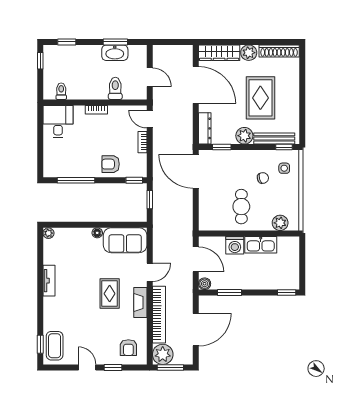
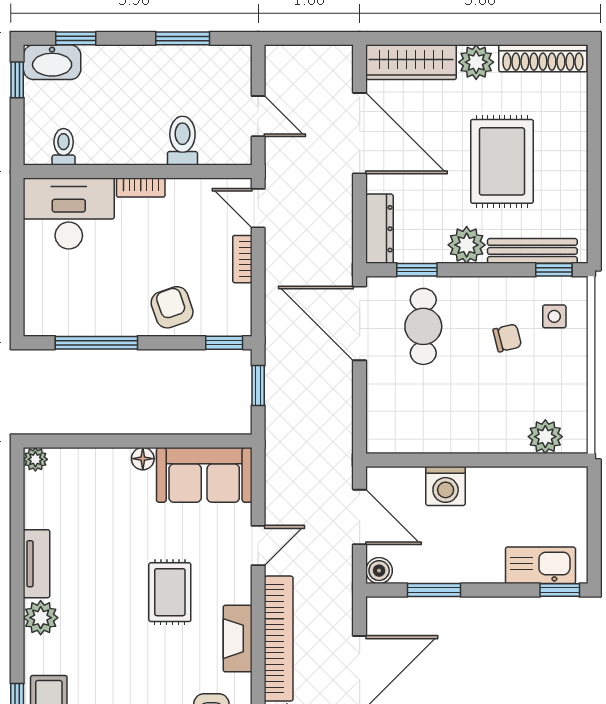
washbasin: (115, 53) -> (52, 62), moved
desk: (58, 121) -> (69, 213), width x1.37
armchair: (111, 164) -> (172, 307), turned 71
cafe table: (241, 207) -> (423, 326), moved
kitchen sink: (261, 245) -> (540, 565), moved, turned 180
fireplace: (140, 303) -> (238, 639), moved
plant: (51, 305) -> (41, 618), added

